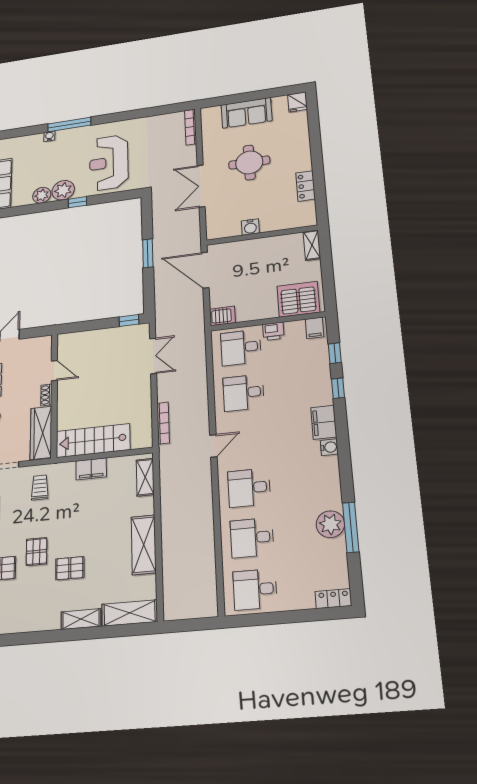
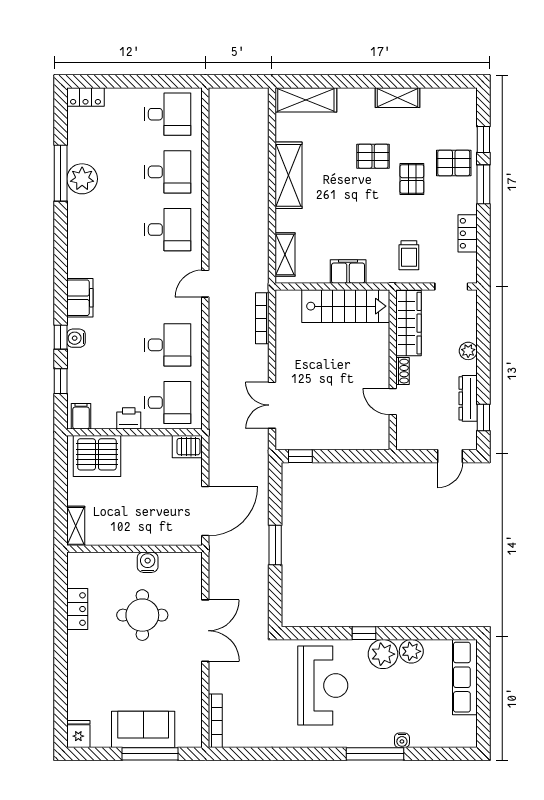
window: (240, 98) -> (150, 754), added
round table: (249, 162) -> (142, 615), moved
door: (205, 270) -> (205, 511), hinge flipped
water cooler: (329, 447) -> (76, 338), moved
shelving: (81, 619) -> (398, 98), moved

